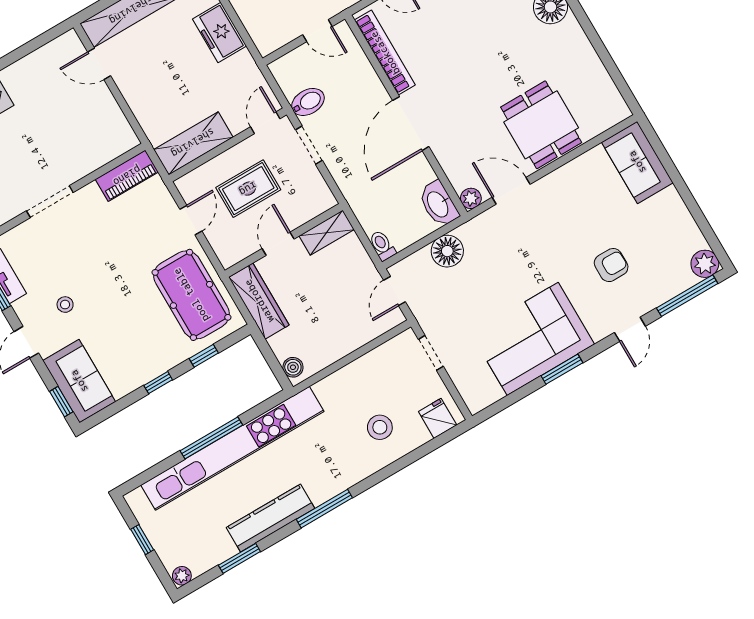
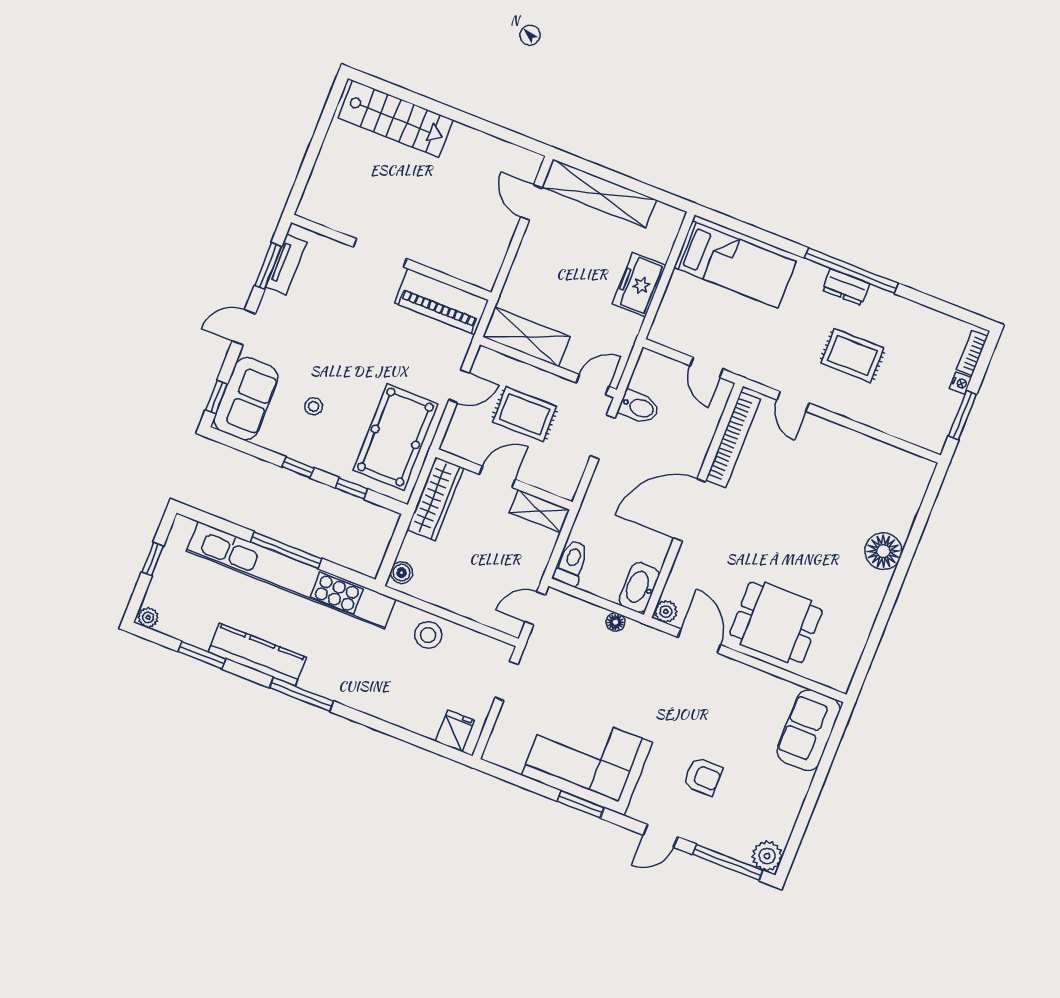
dining table: (541, 125) -> (776, 622), turned 90
piano: (127, 176) -> (442, 302), width x1.37, depth x1.33
toilet: (382, 245) -> (571, 563), width x1.37, depth x1.39
floor lamp: (447, 251) -> (615, 622), width x0.53, depth x0.53
stool: (65, 305) -> (314, 406), moved
stool: (380, 427) -> (428, 635), moved

